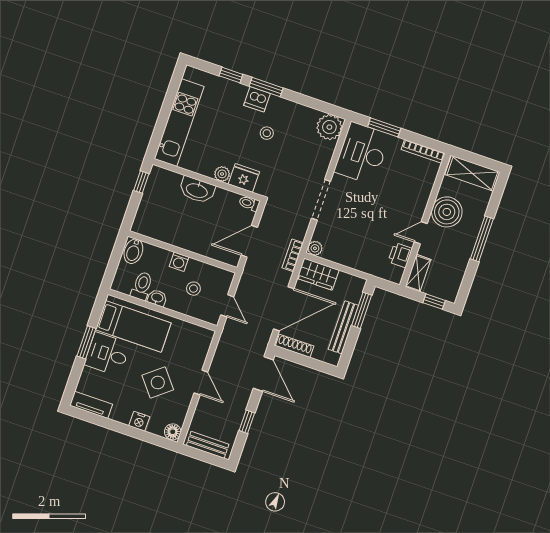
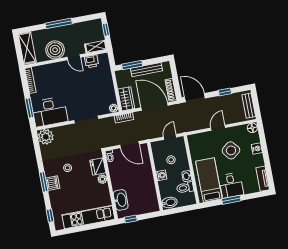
window: (231, 75) -> (50, 216), moved
washbasin: (197, 190) -> (121, 200), moved
door: (263, 374) -> (195, 98), hinge flipped

